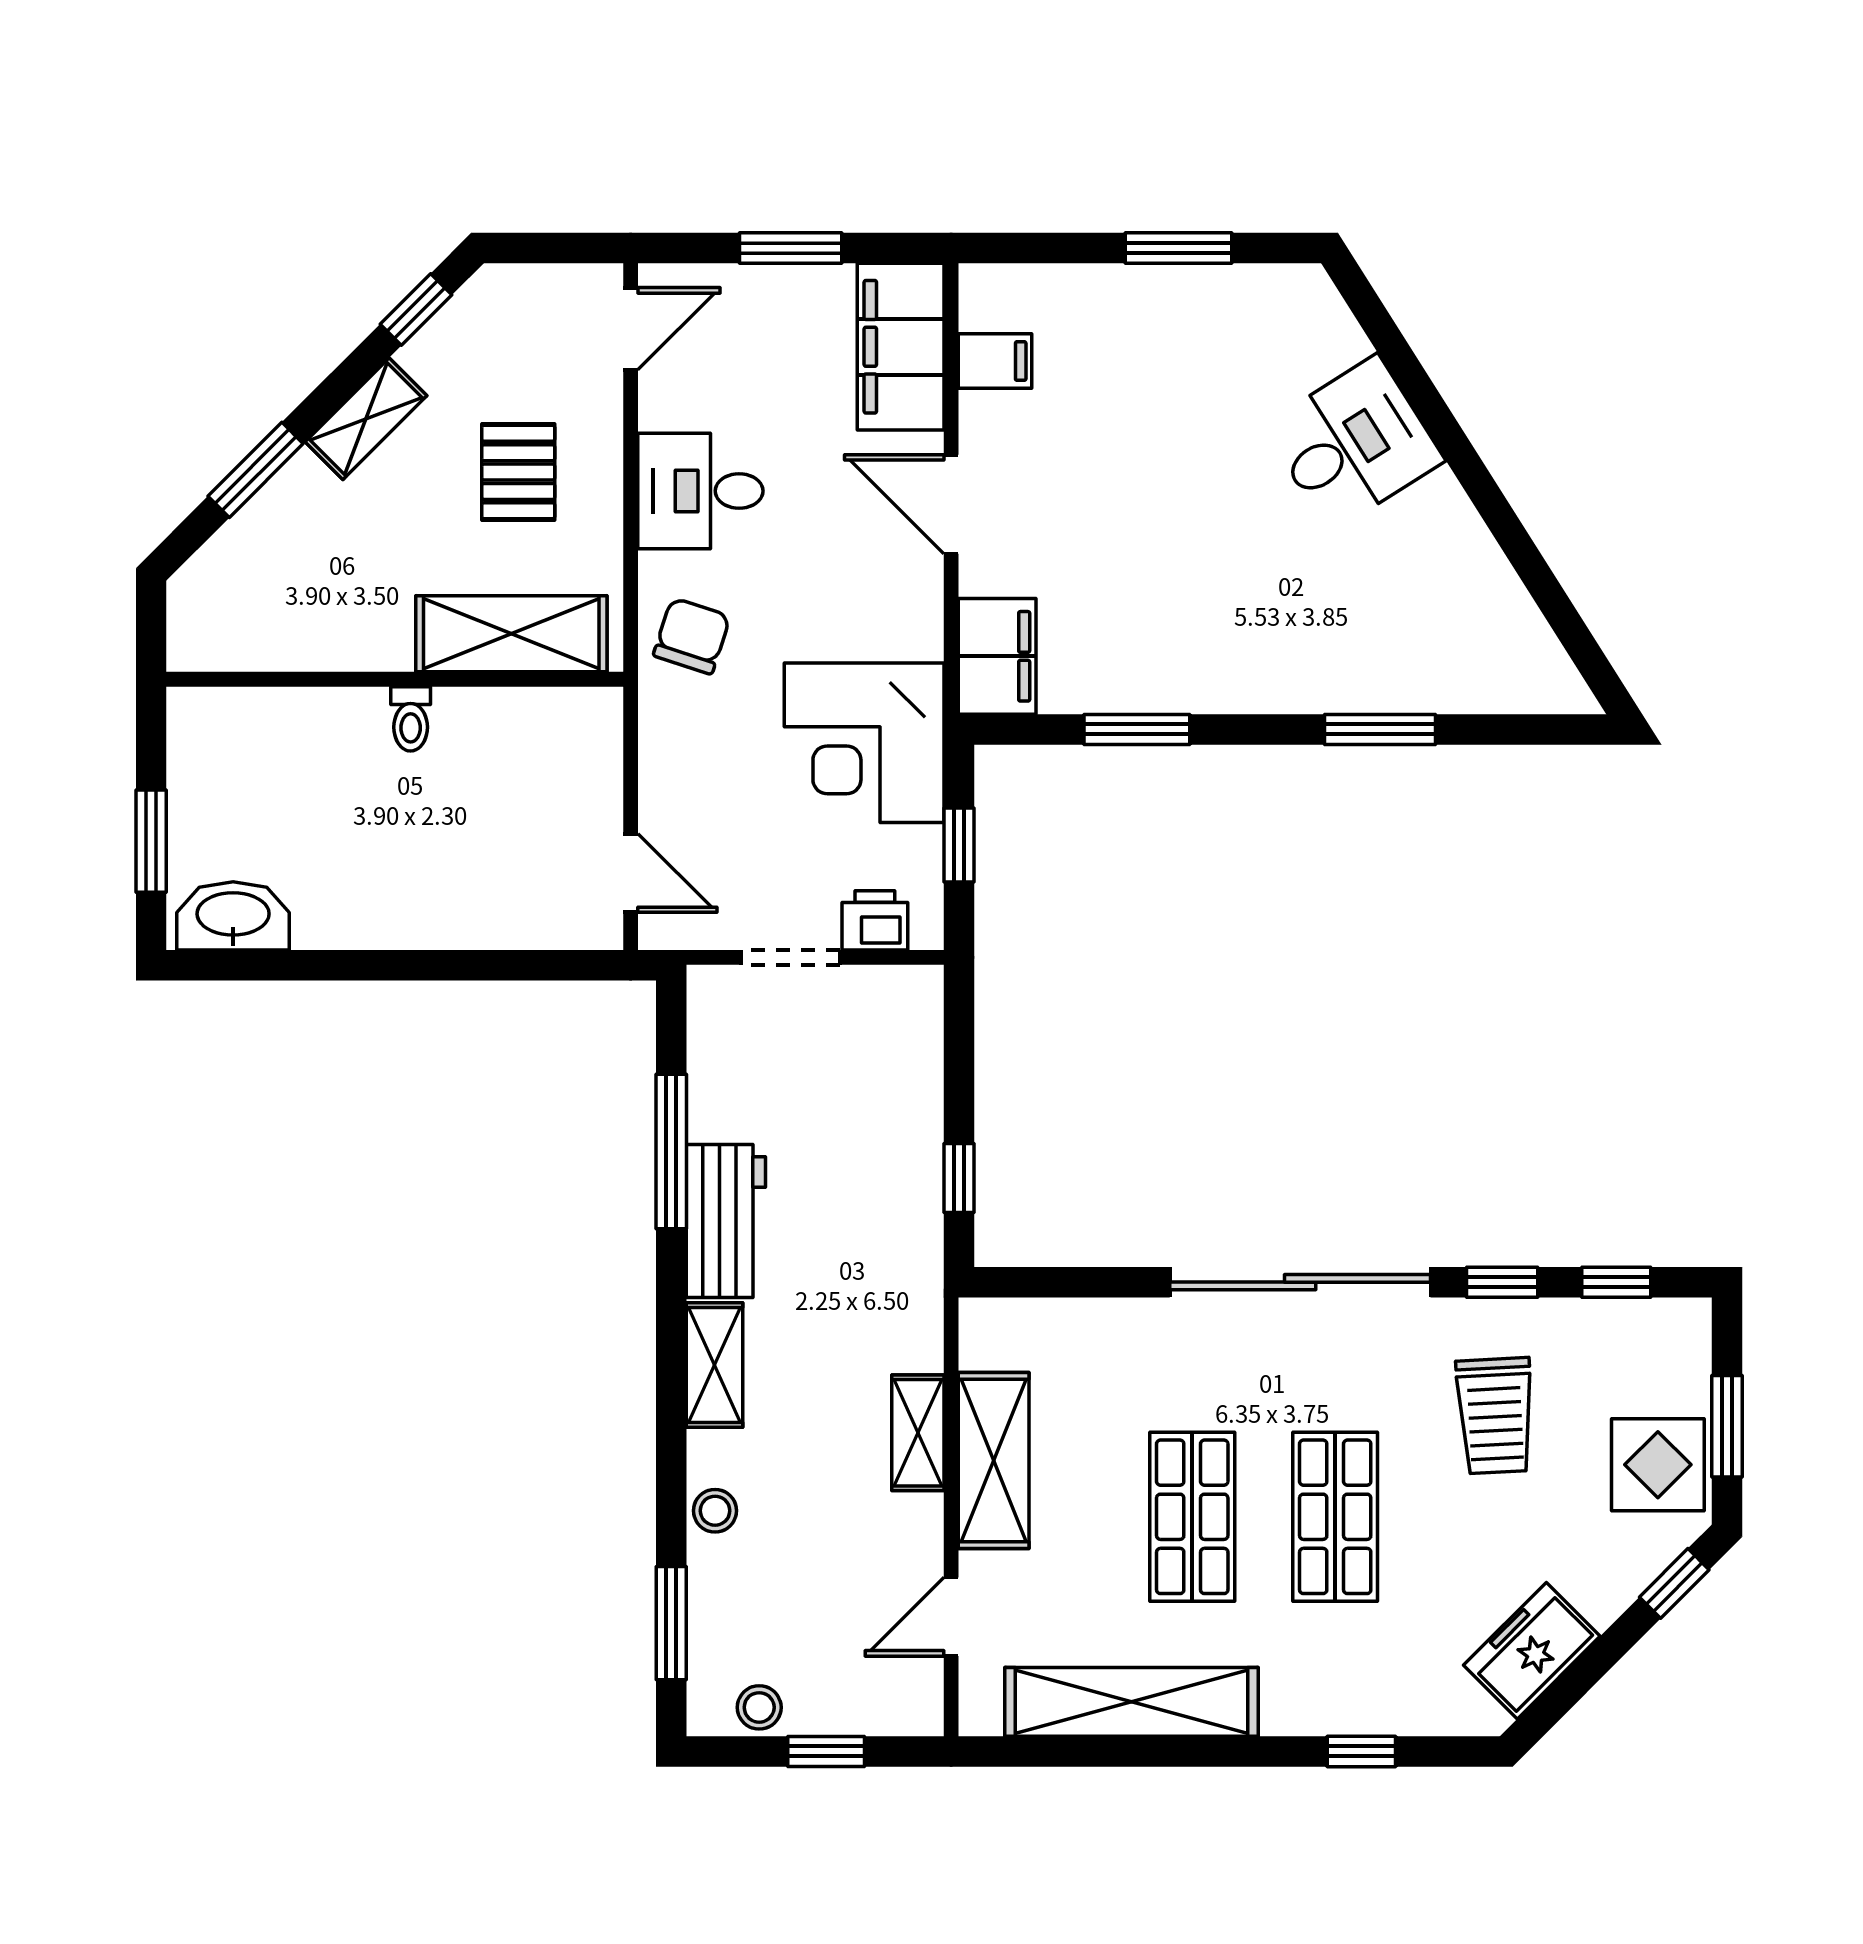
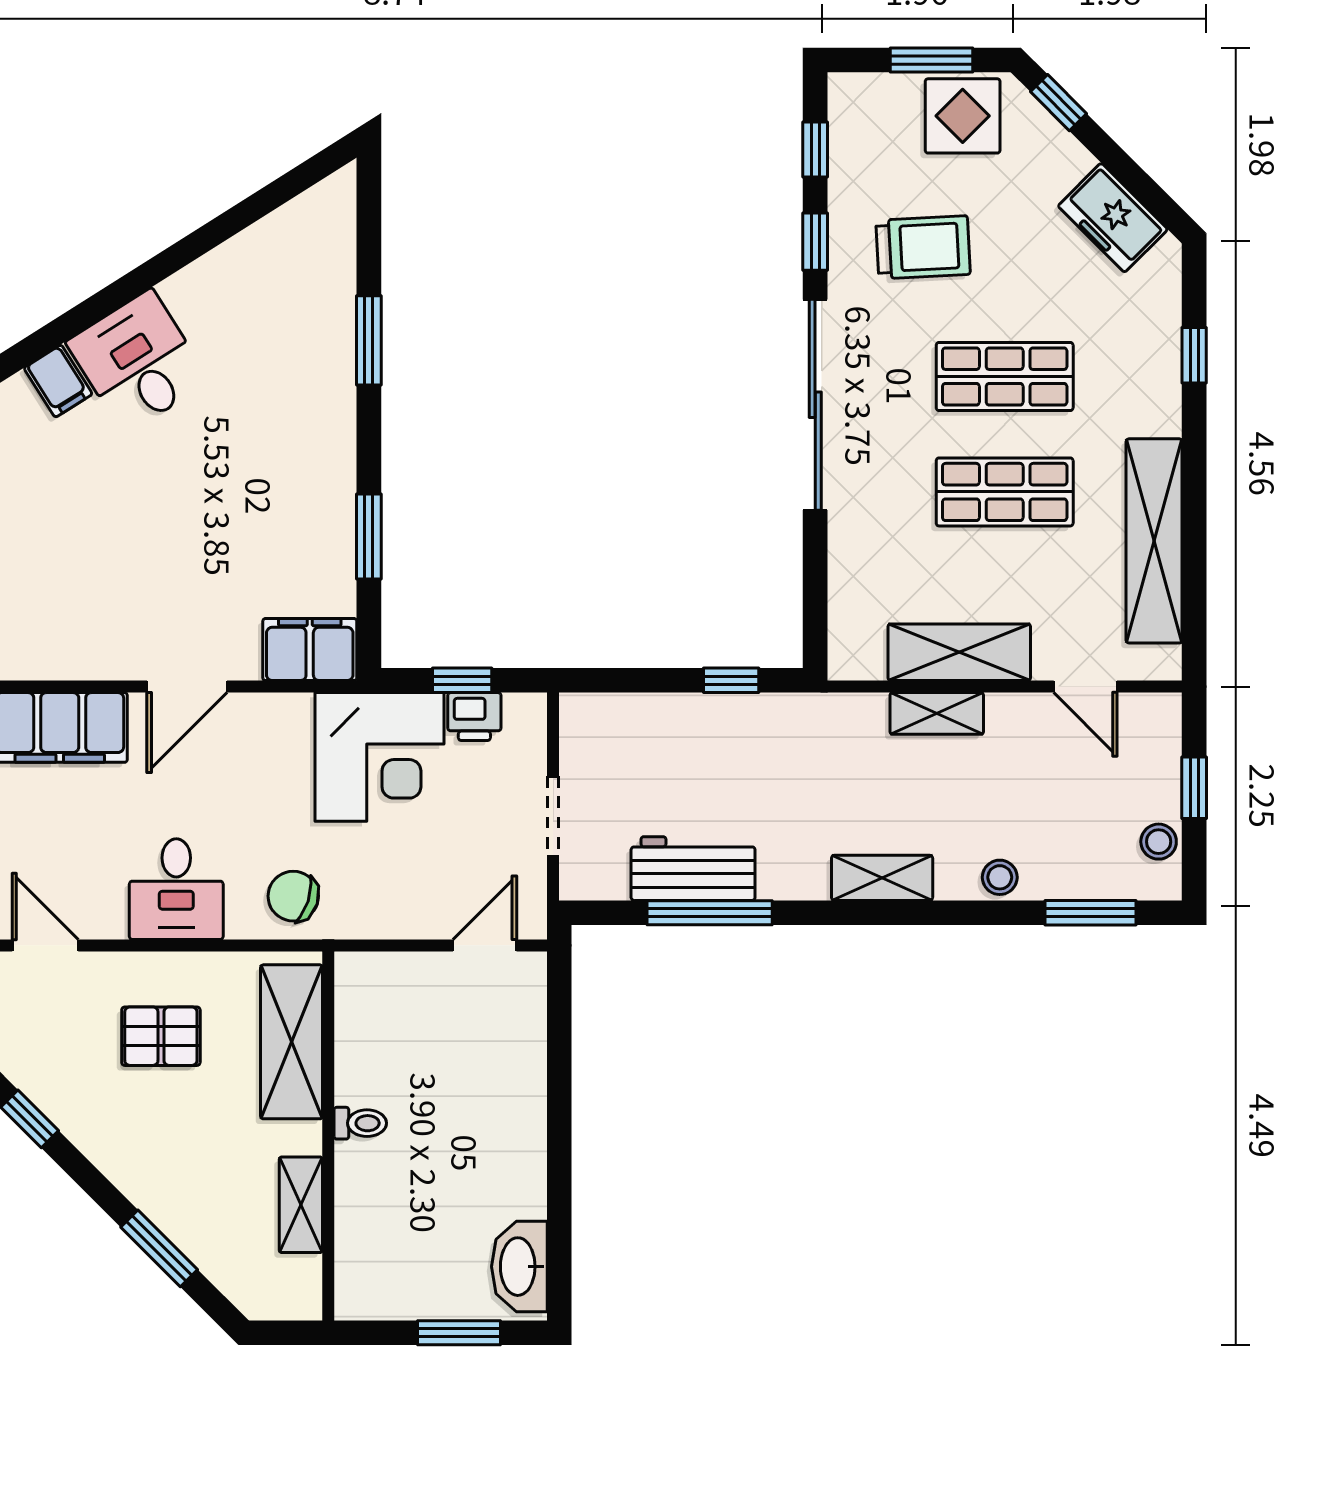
filing cabinet: (995, 361) -> (58, 381), moved, turned 148
shelving: (366, 419) -> (301, 1205), moved, turned 45
printer: (875, 920) -> (474, 717), moved, turned -90
workbench: (726, 1221) -> (693, 869), moved

